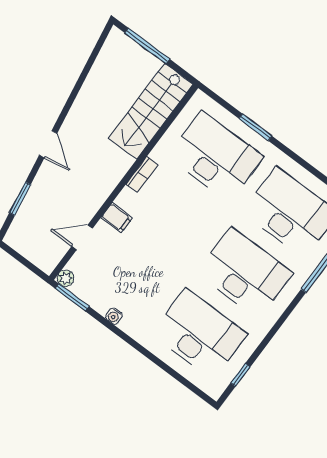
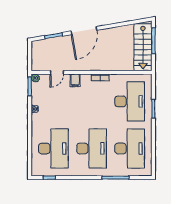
stairs: (151, 111) -> (143, 47), moved, turned -90
door: (48, 144) -> (84, 31), width x1.88
door: (82, 237) -> (57, 72), swing flipped

